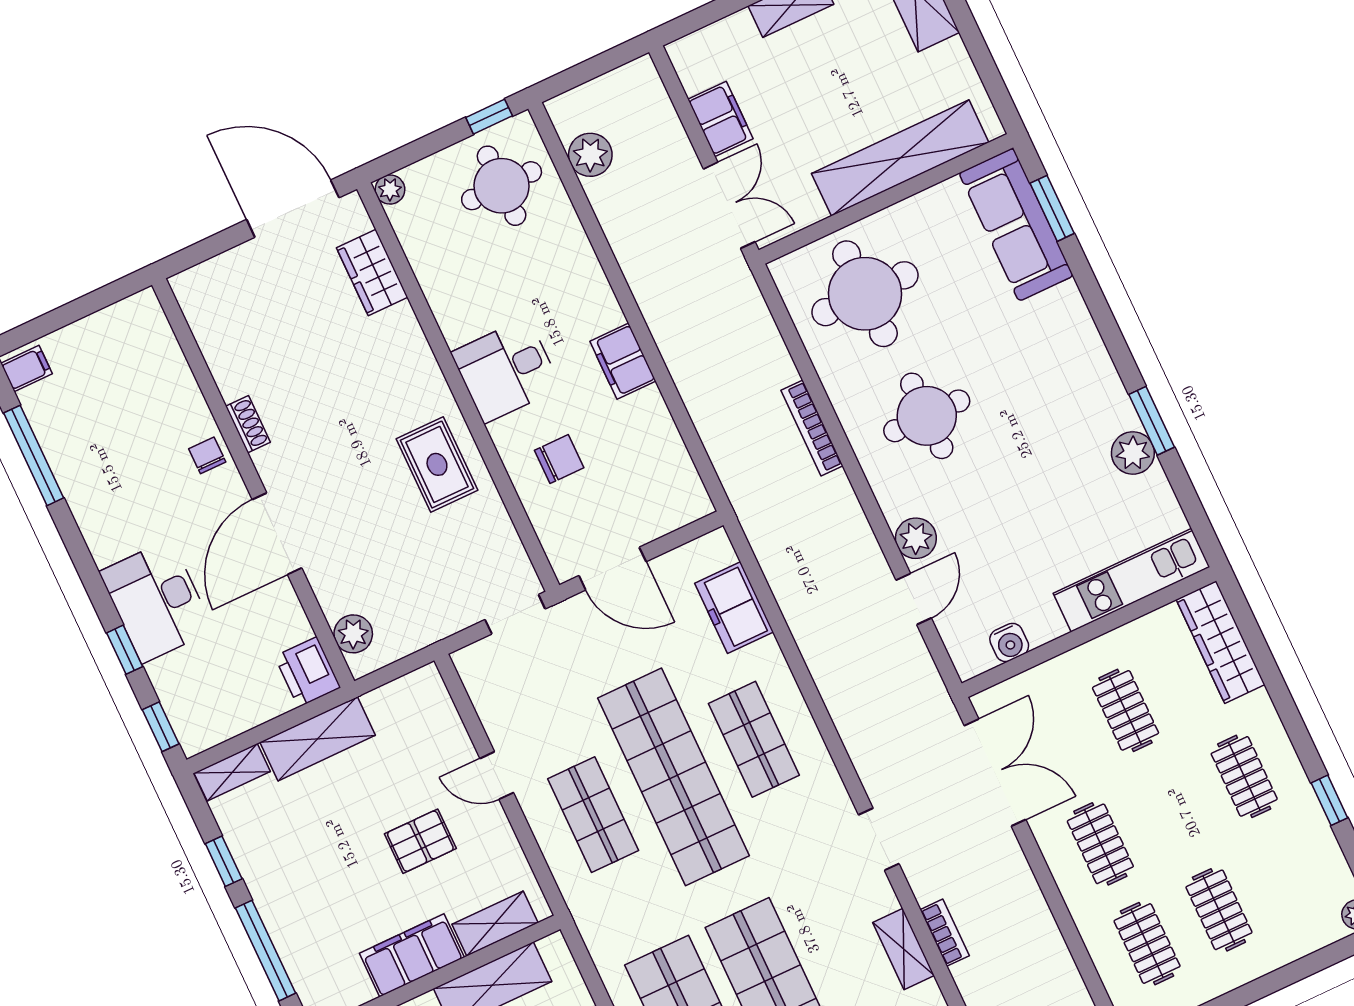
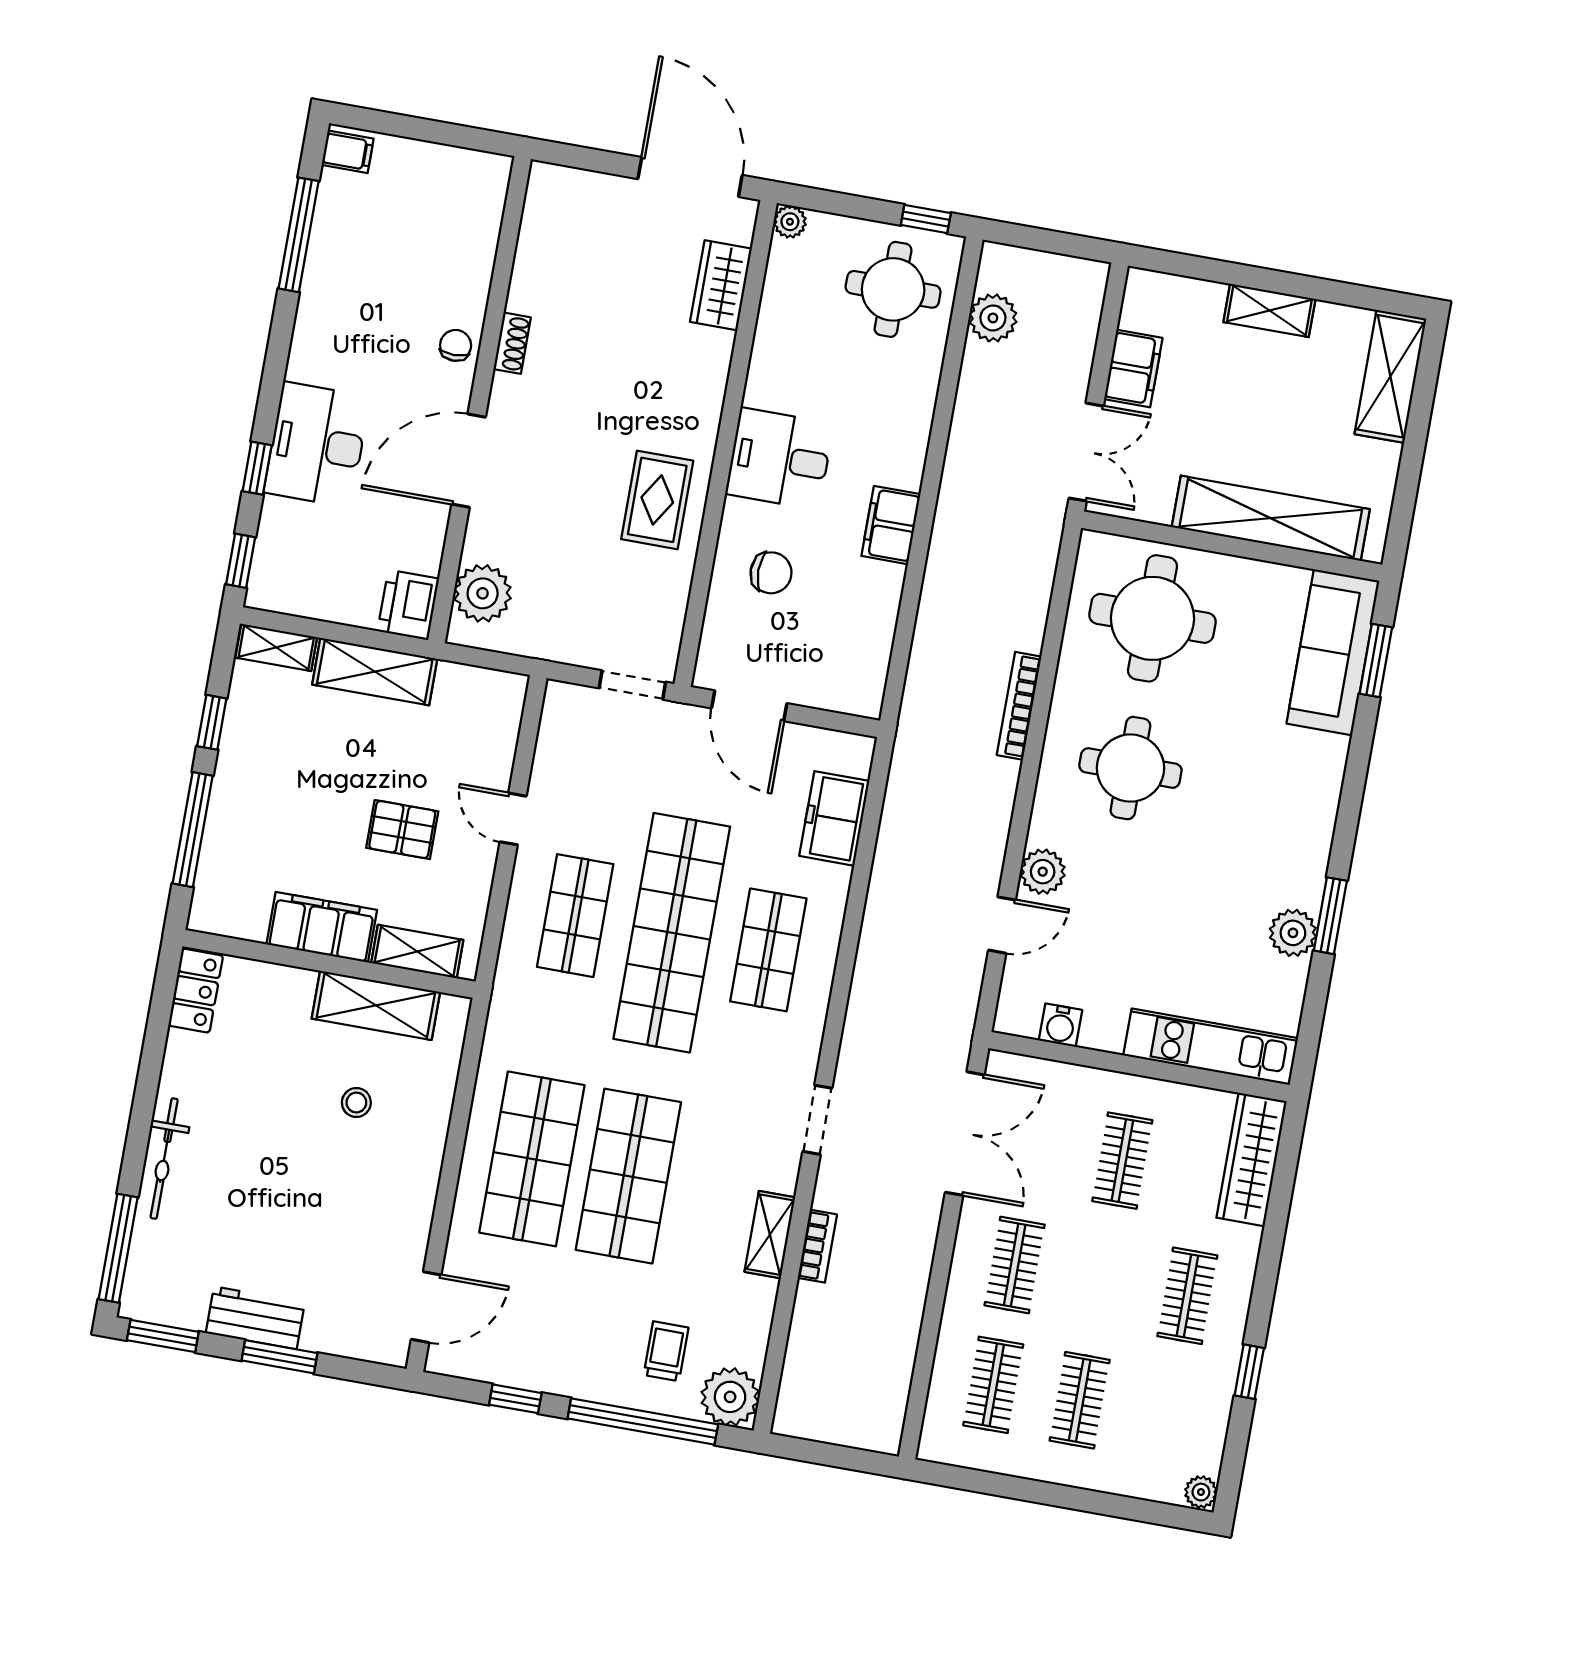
plant: (353, 634) -> (483, 593), width x1.36, depth x1.36

